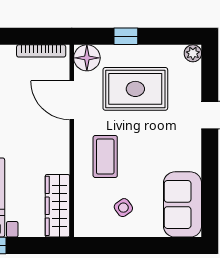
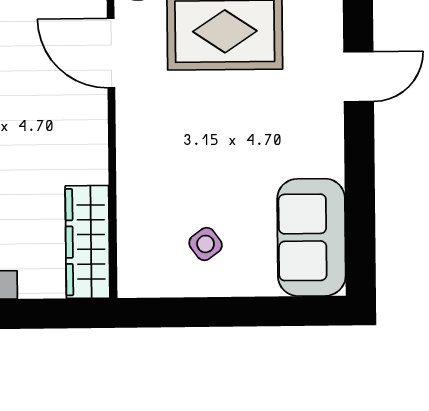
coffee table: (105, 157) -> (172, 153), removed

